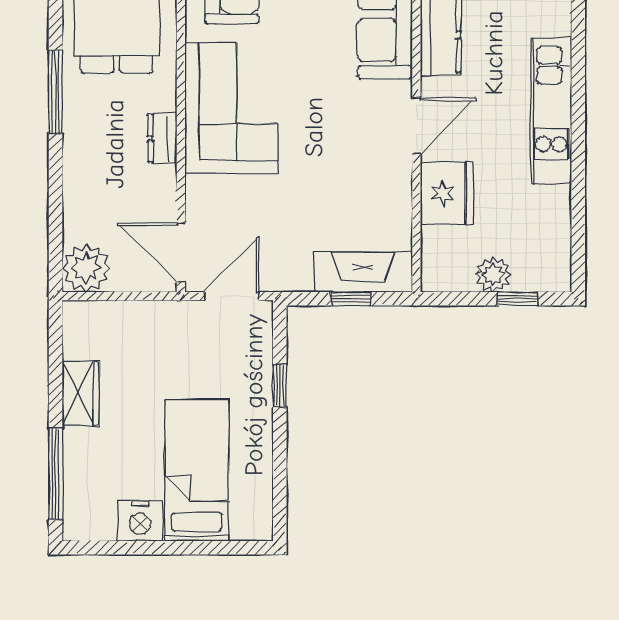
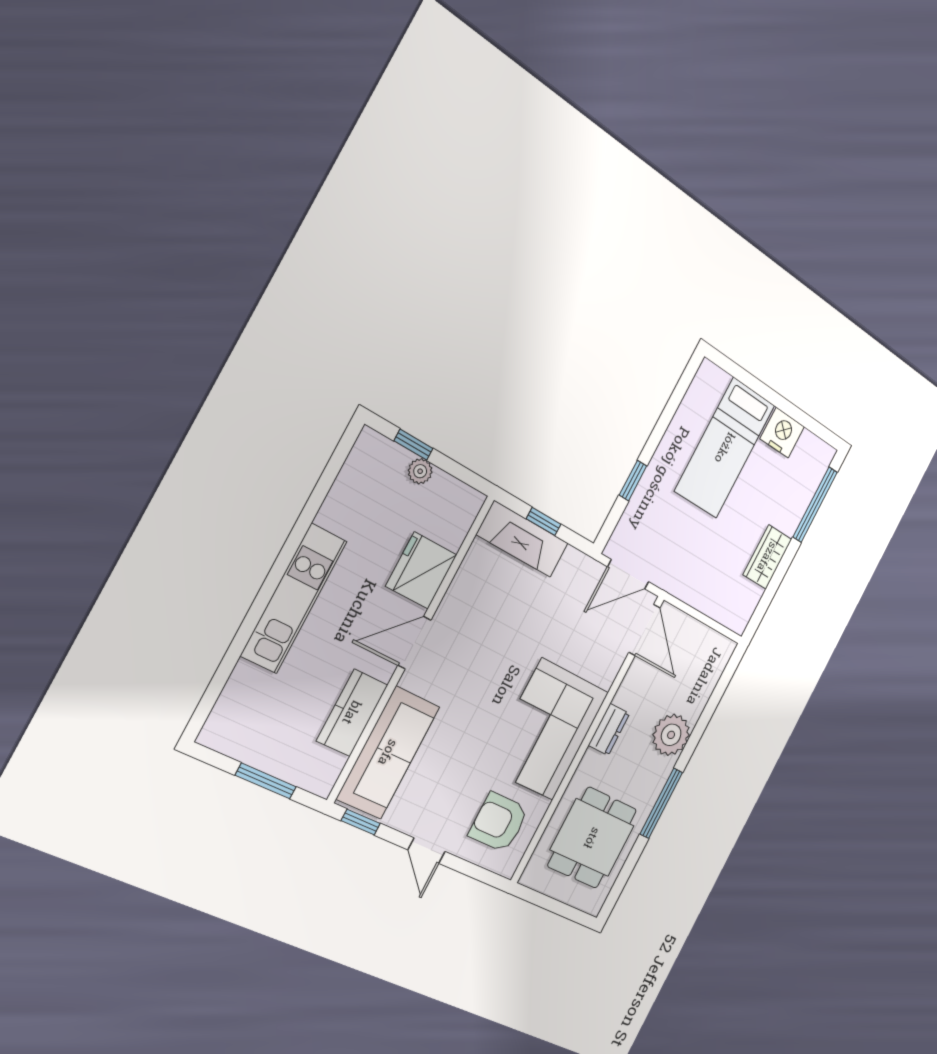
plant: (86, 268) -> (671, 735), moved
plant: (493, 275) -> (420, 471), width x0.73, depth x0.73

